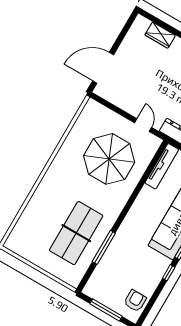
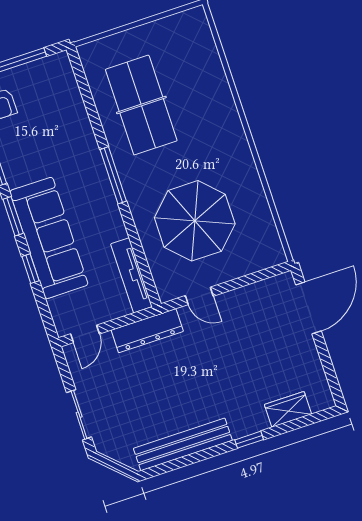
window: (104, 247) -> (113, 175), moved

